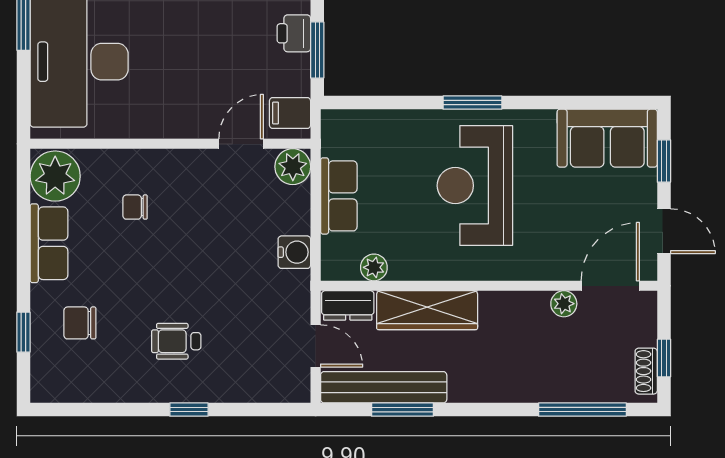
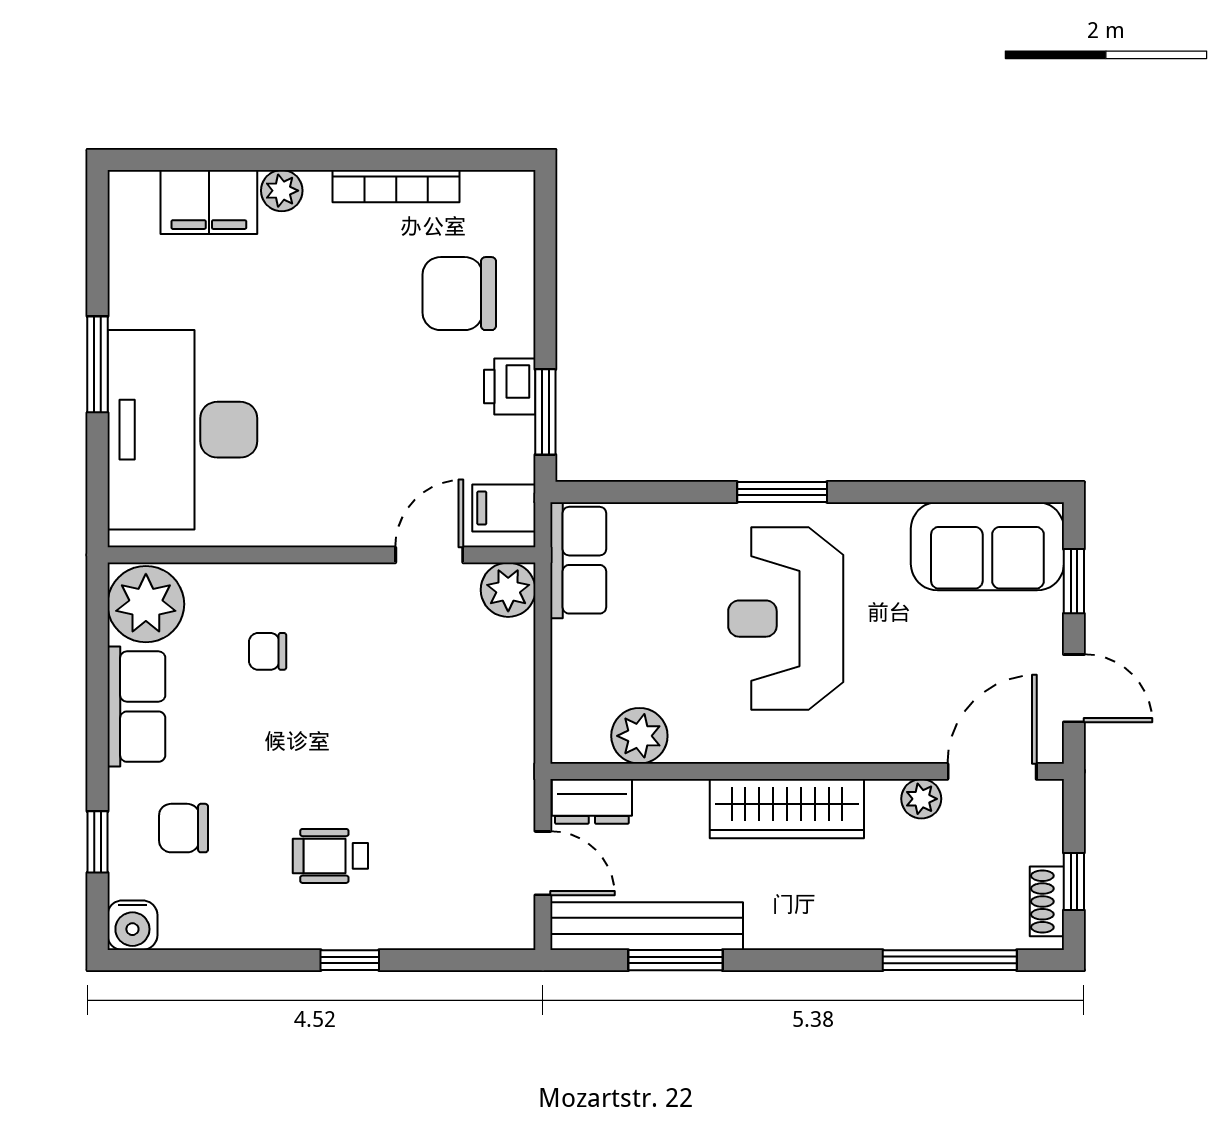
row of seats: (339, 196) -> (578, 560), moved
water cooler: (294, 252) -> (132, 925), moved, turned 90
plant: (374, 267) -> (639, 736), width x1.38, depth x1.38
wardrobe: (427, 310) -> (787, 809), moved

